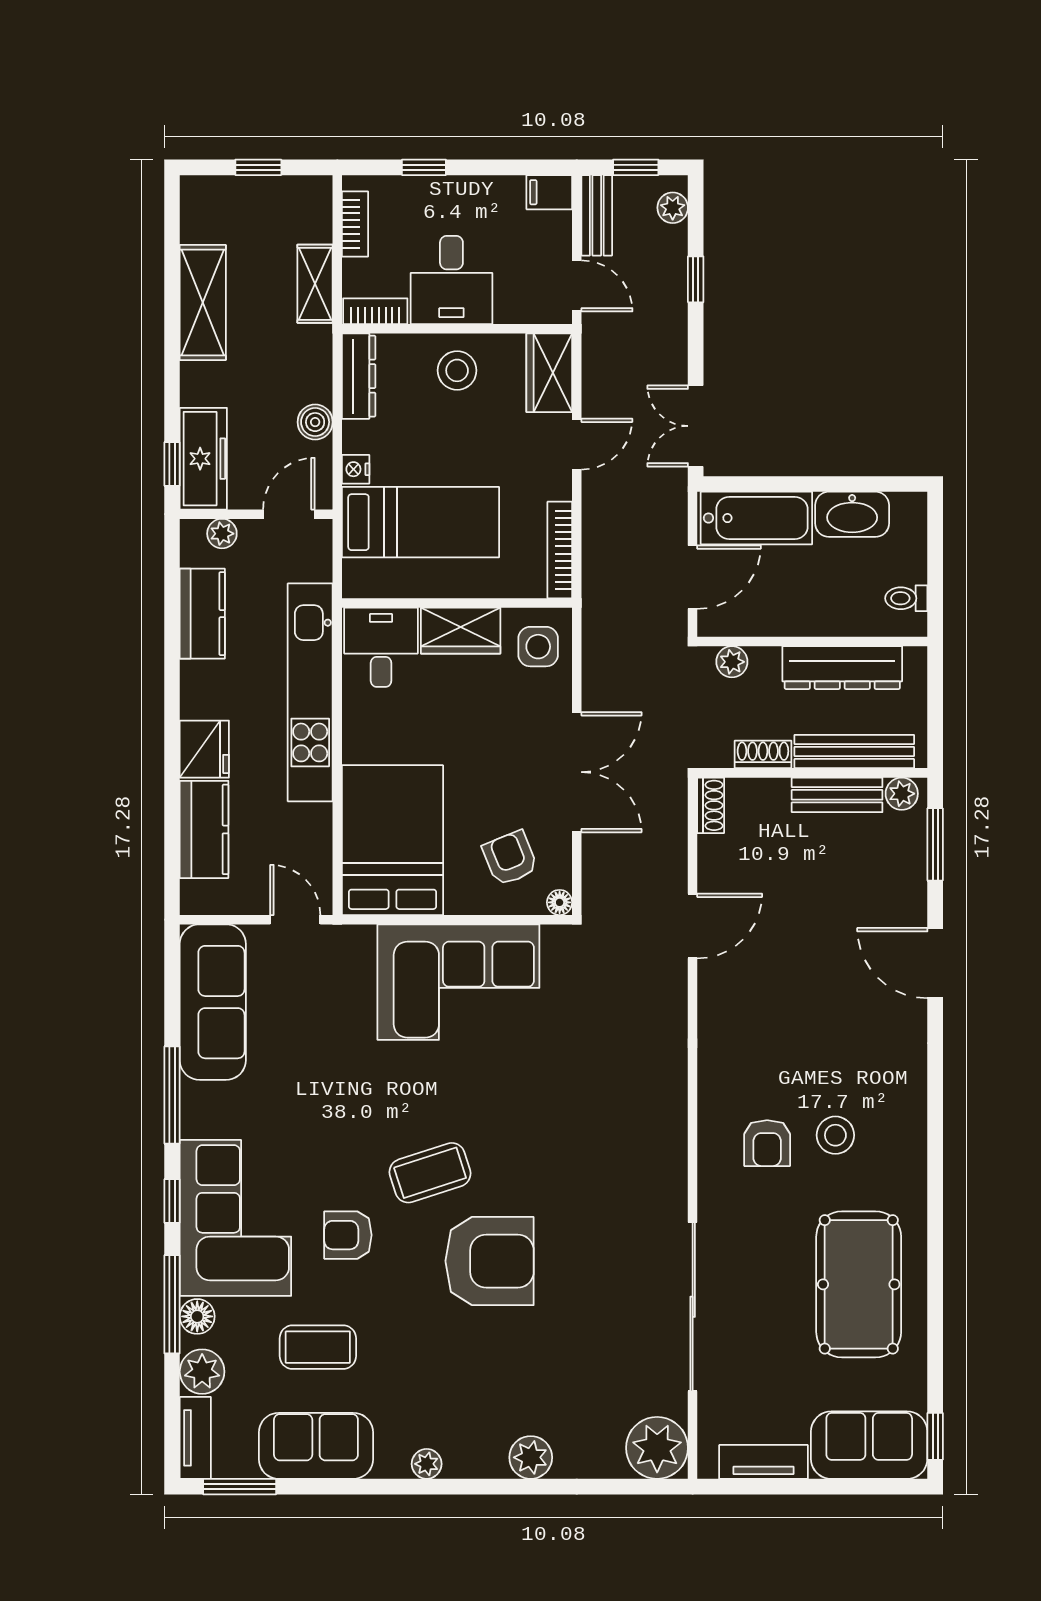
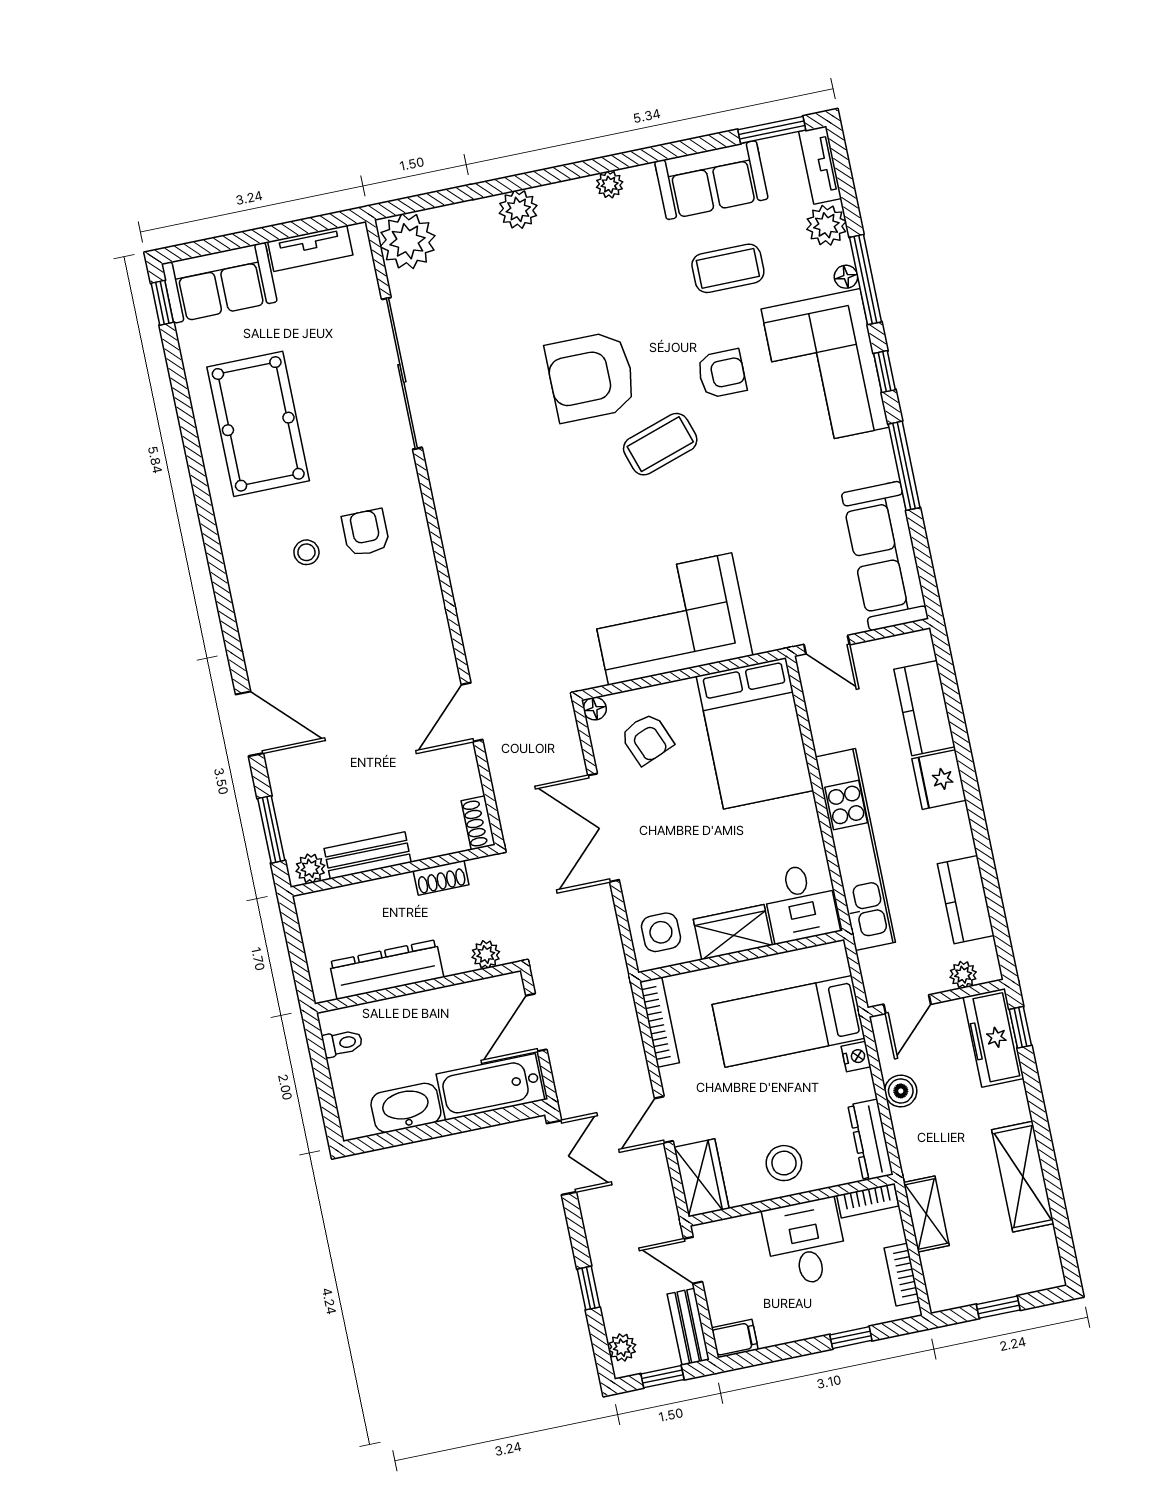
bench: (854, 752) -> (360, 897), removed
stool: (835, 1135) -> (306, 552), width x0.73, depth x0.73
floor lamp: (197, 1316) -> (846, 277), width x0.73, depth x0.73

